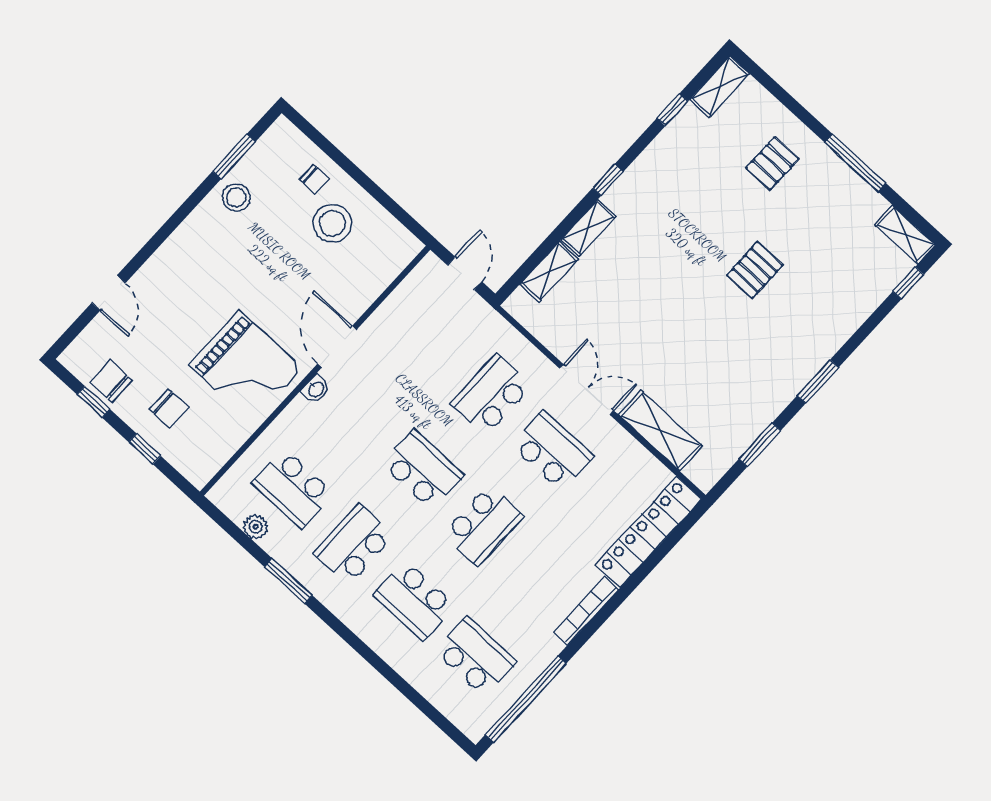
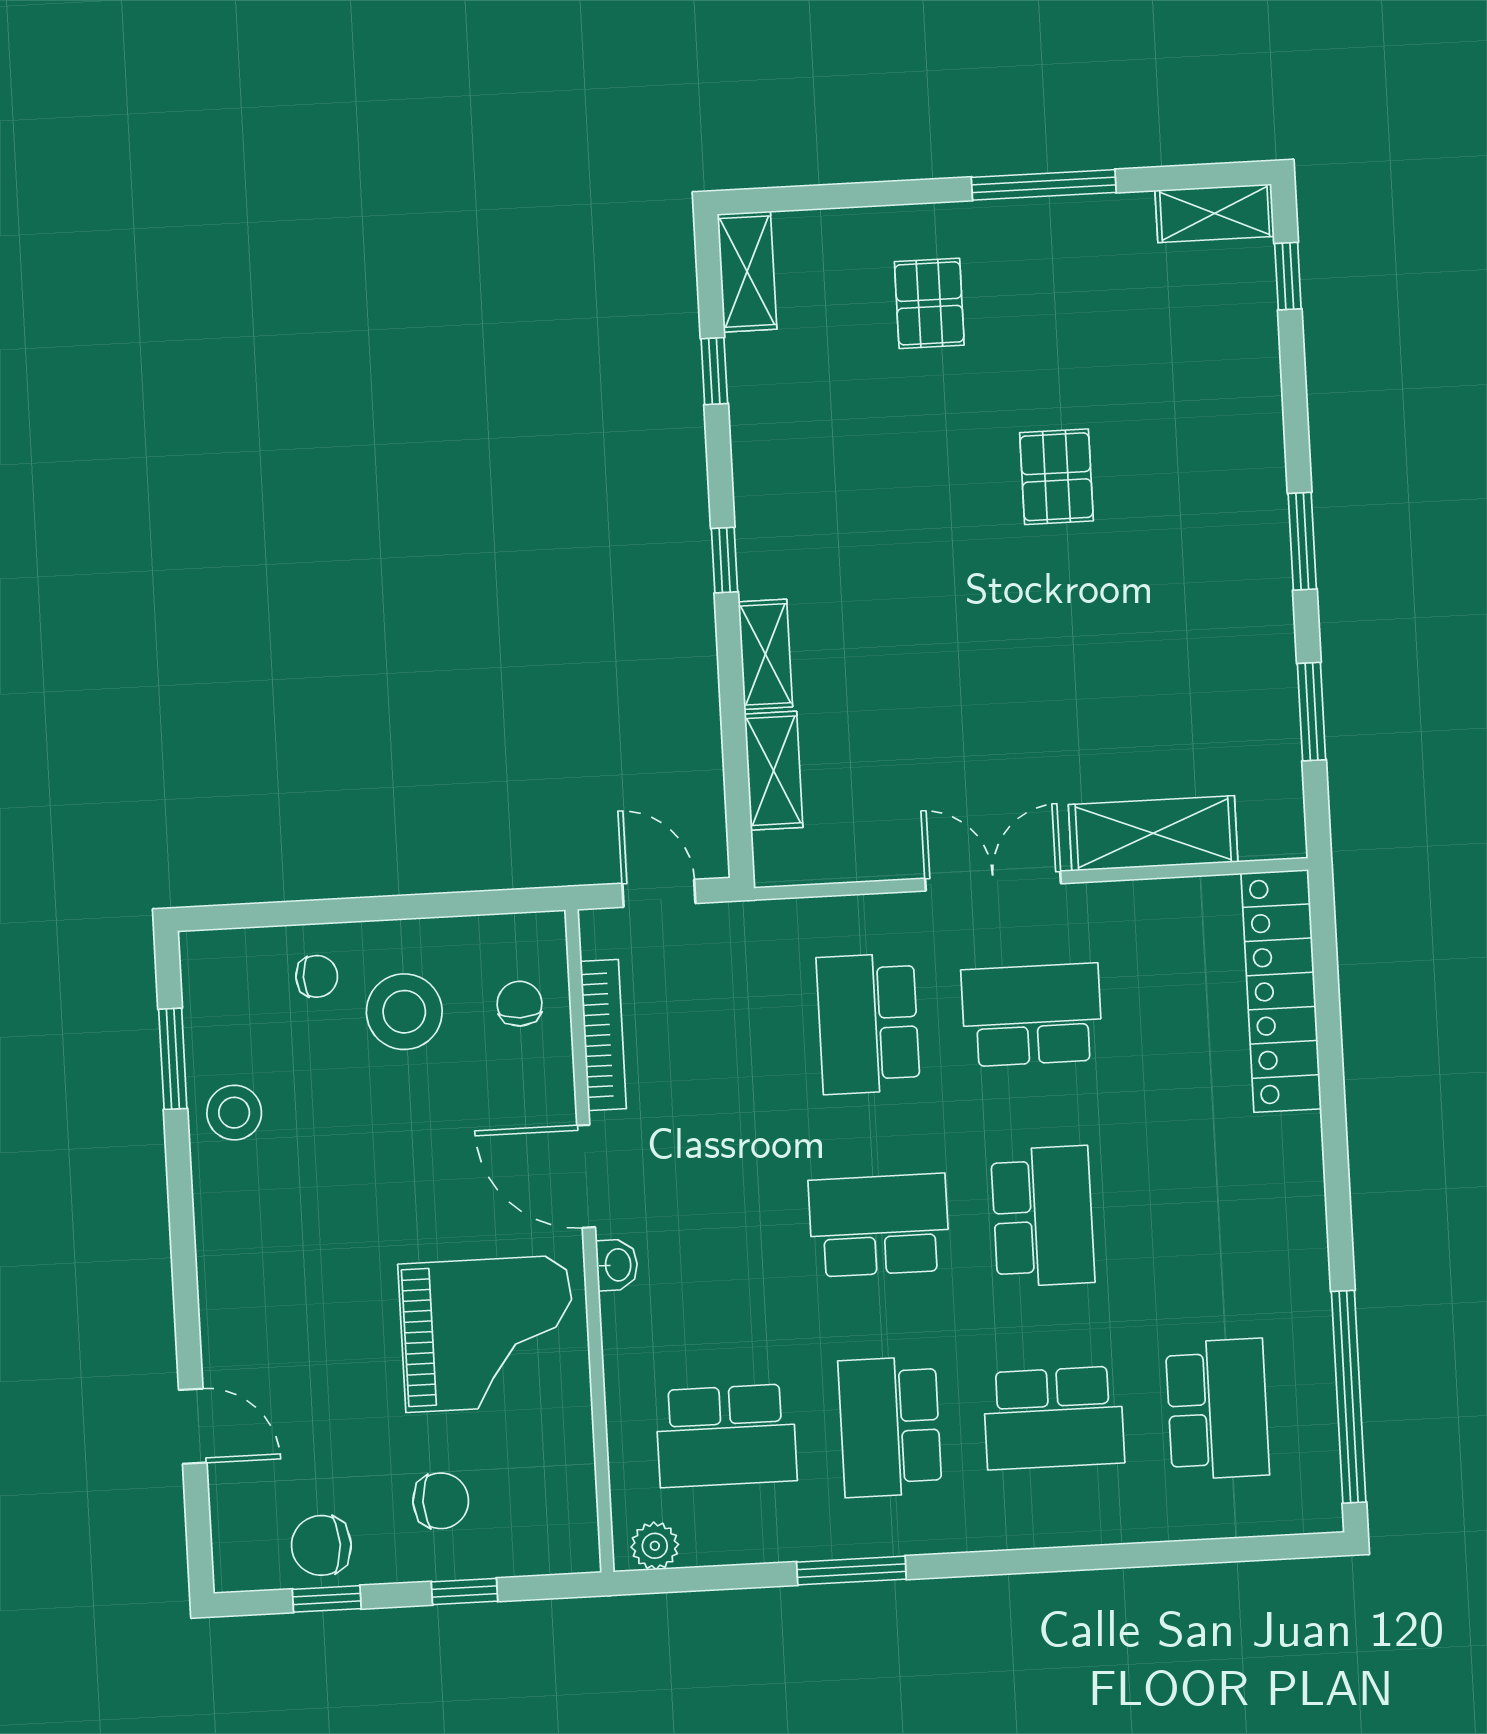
chair: (376, 262) -> (520, 1004), added
plant: (256, 527) -> (655, 1546), moved
bookcase: (586, 611) -> (603, 1035), moved, turned 180
school desk: (475, 656) -> (1217, 1409), turned 90

